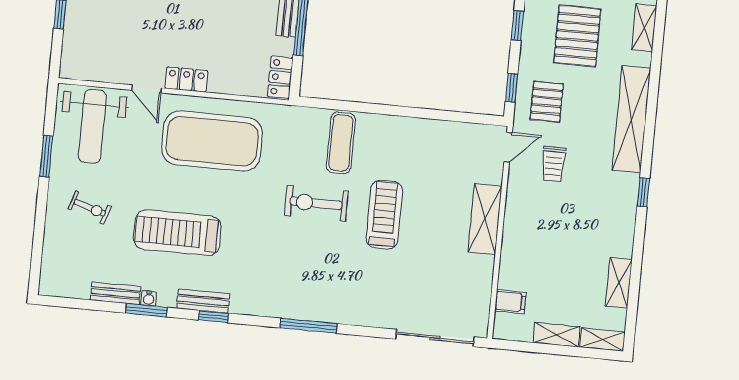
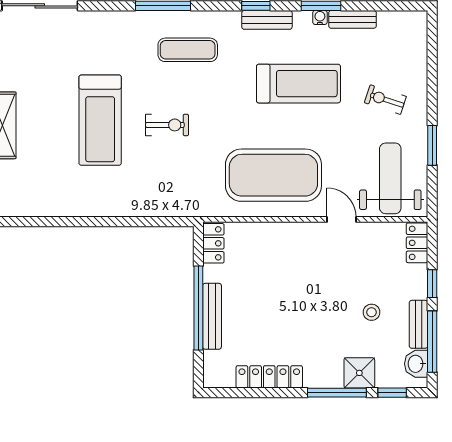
locker: (186, 79) -> (417, 243), moved, turned 90
exercise mat: (341, 143) -> (188, 50), moved, turned 90
exercise bike: (316, 203) -> (167, 125), width x0.73, depth x0.72
treadmill: (384, 215) -> (100, 120), width x1.37, depth x1.37

